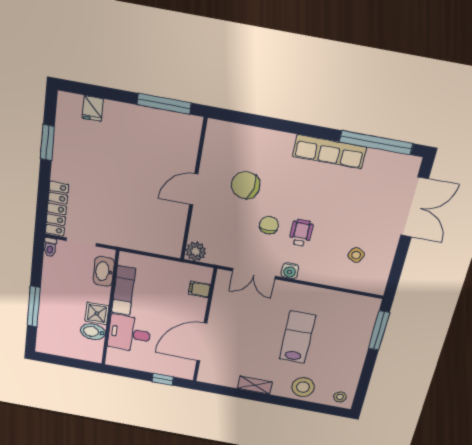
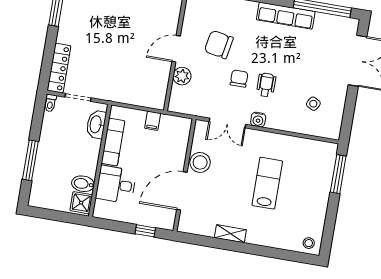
plant: (196, 251) -> (182, 76), moved
filing cabinet: (199, 289) -> (153, 121), moved, turned -90
shower: (97, 313) -> (81, 203), moved
stool: (303, 387) -> (200, 162), moved

